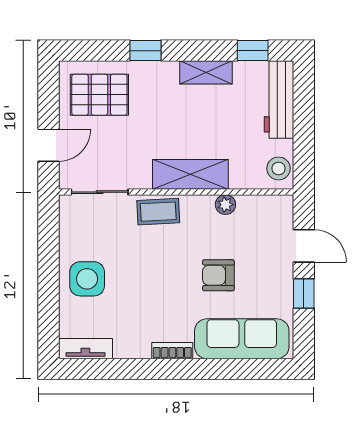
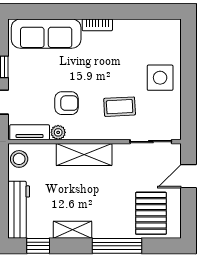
window: (146, 51) -> (117, 246), width x2.17
pallet: (99, 95) -> (151, 213), turned 90
coffee table: (158, 212) -> (120, 107), moved
armchair: (218, 275) -> (67, 103), moved
tv unit: (85, 349) -> (30, 132), moved, turned 180

